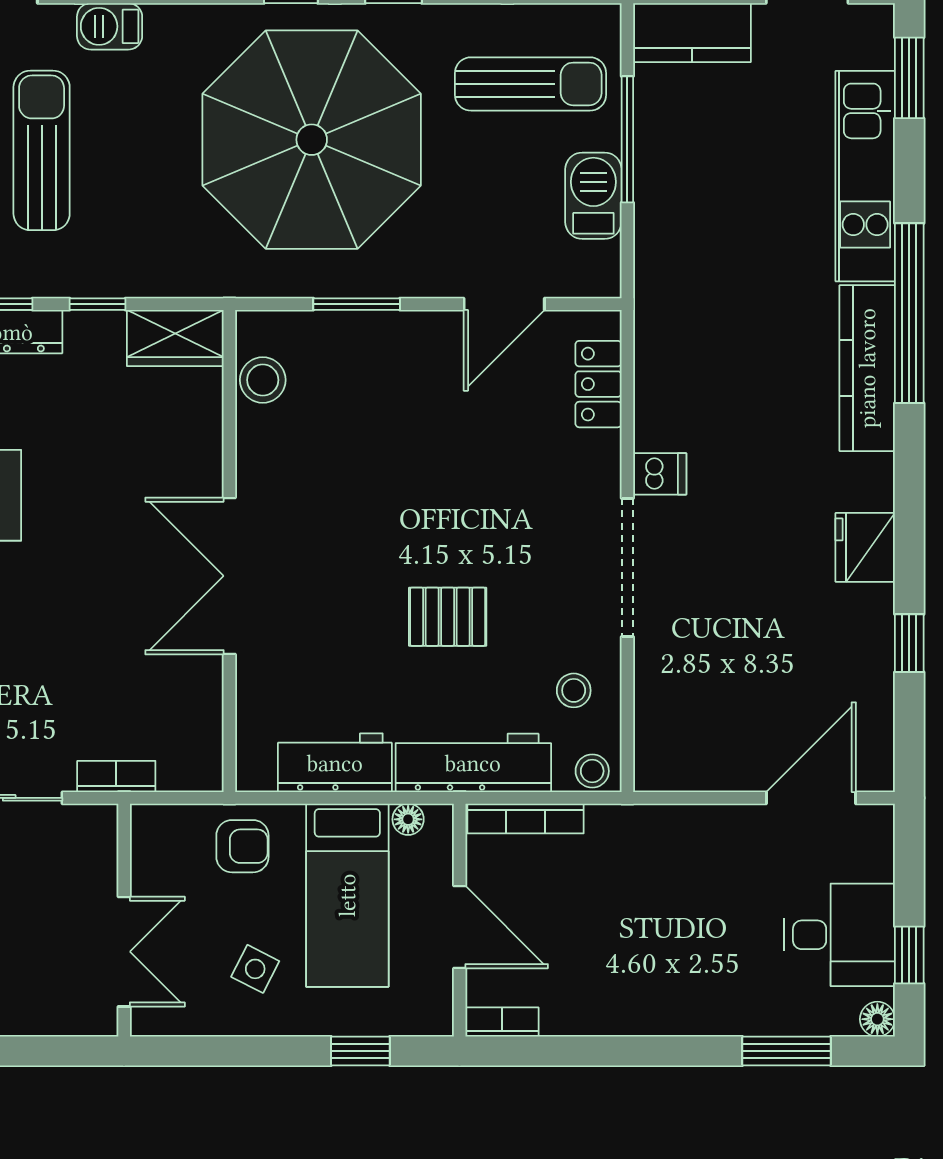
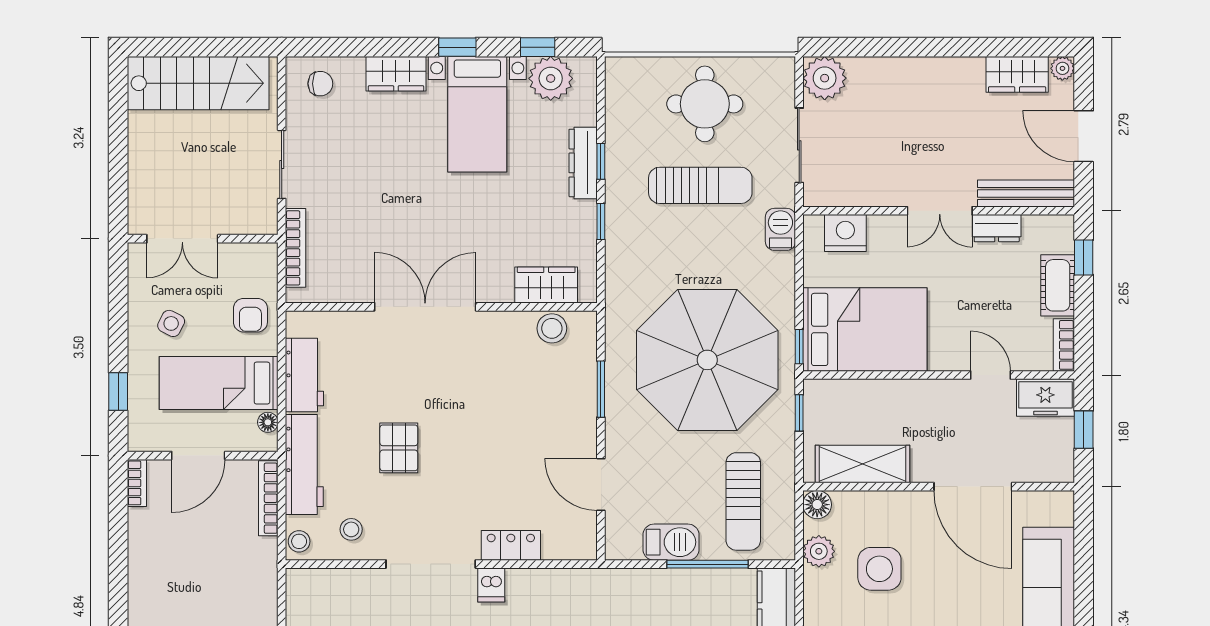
wardrobe: (175, 338) -> (546, 285), moved, turned 90
locker: (598, 384) -> (511, 545), moved
bookcase: (116, 776) -> (296, 248), width x1.56

